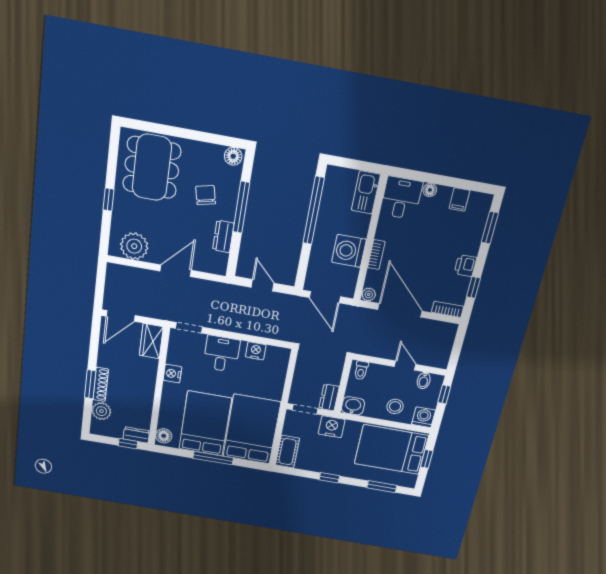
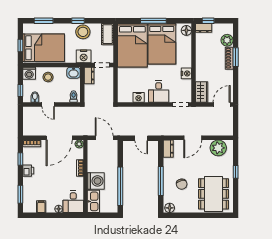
dresser: (223, 236) -> (168, 149), moved
washing machine: (349, 251) -> (96, 181), moved
door: (400, 310) -> (59, 138), hinge flipped
stool: (325, 461) -> (83, 32), added

